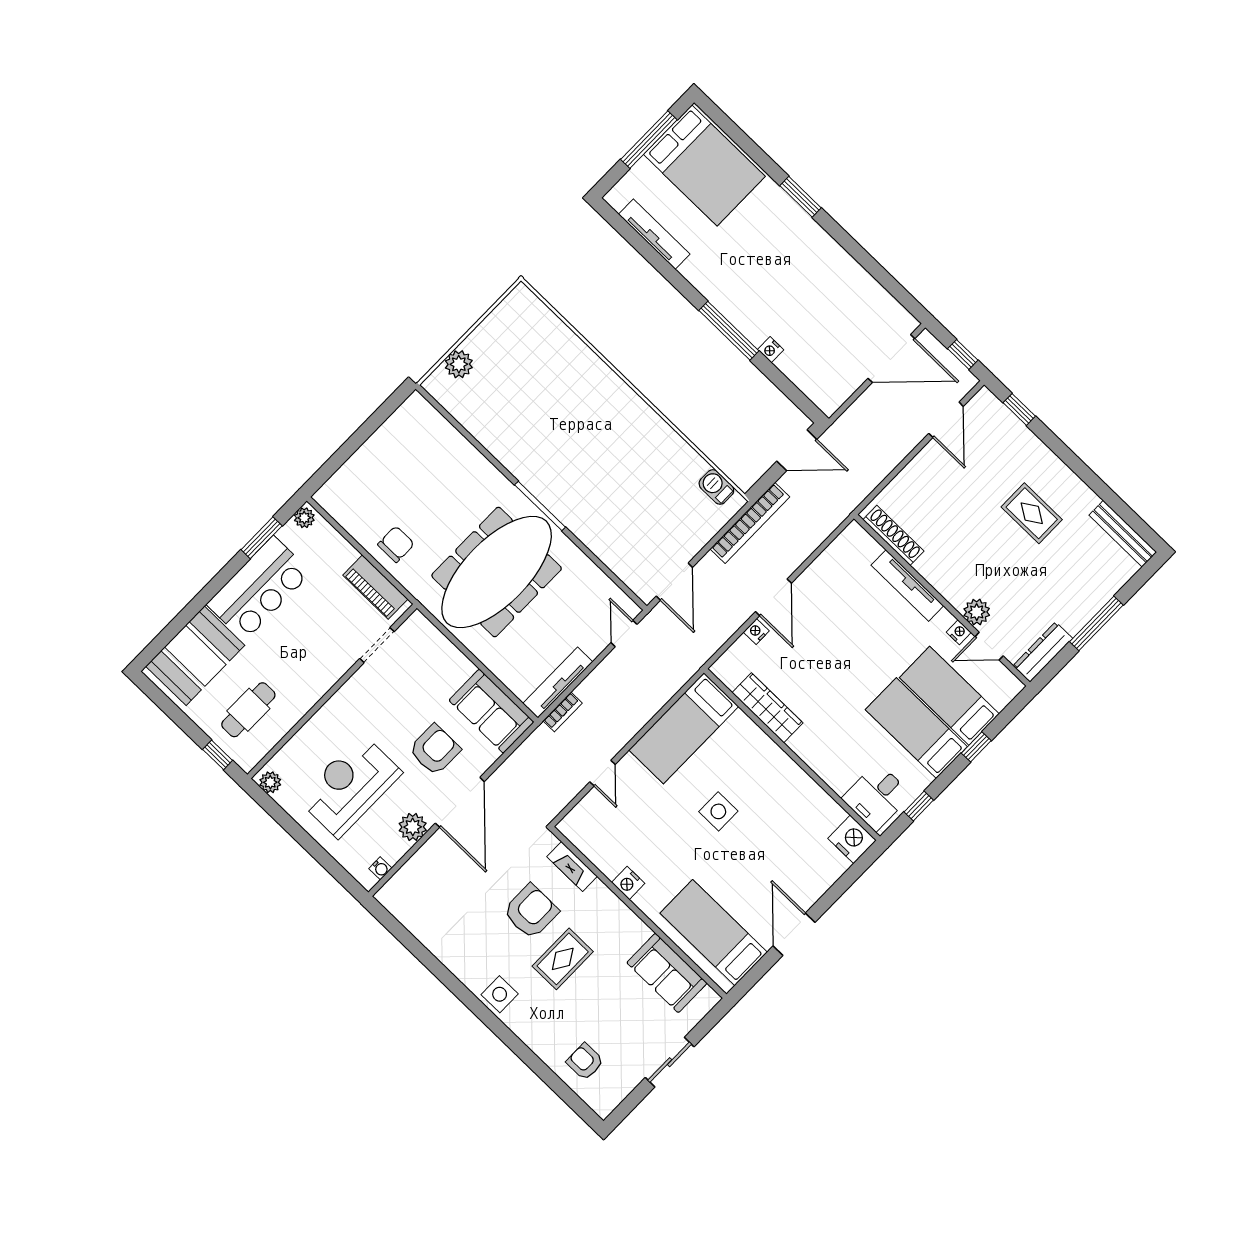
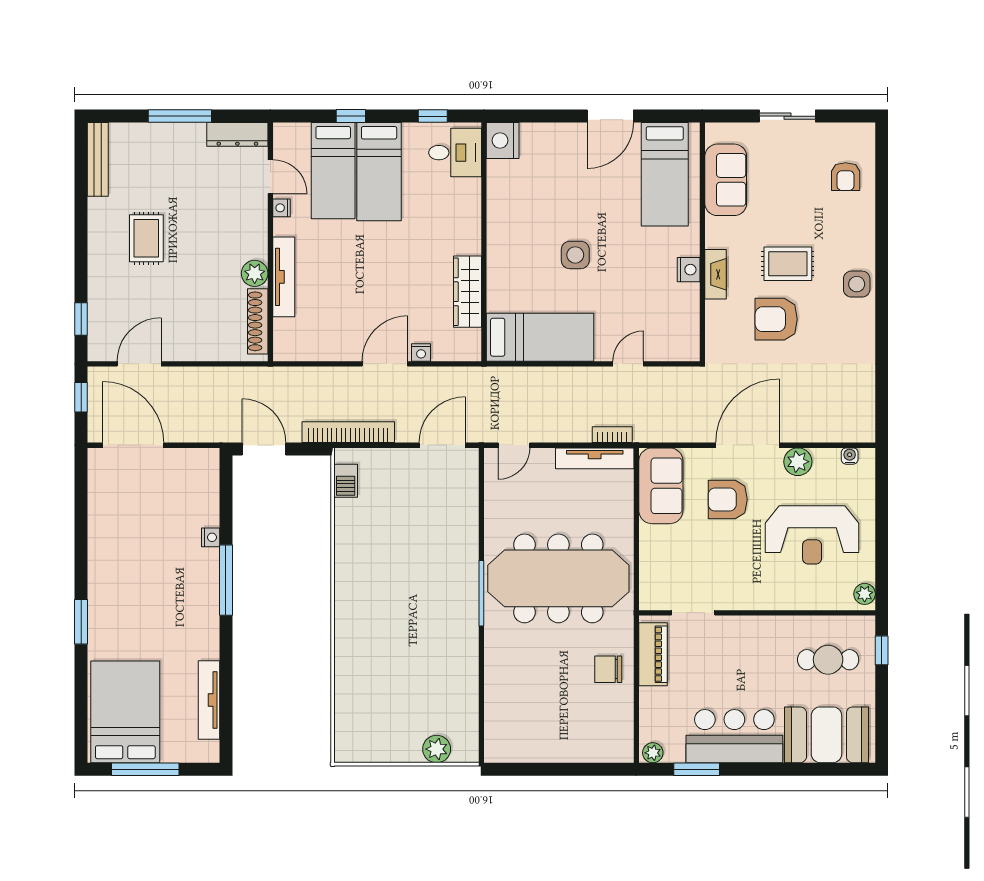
plant: (977, 612) -> (255, 273), moved
fireplace: (572, 866) -> (716, 274), moved

